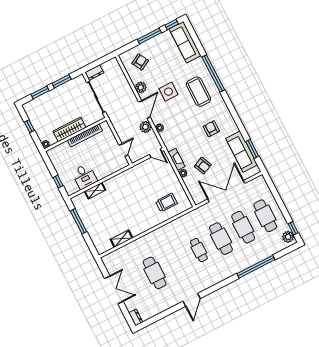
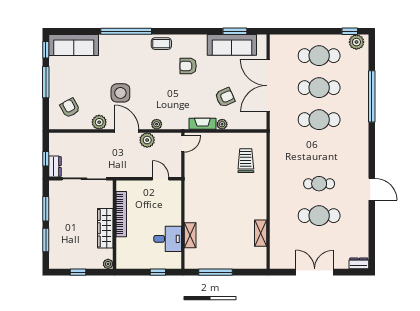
window: (96, 63) -> (46, 159), added
coffee table: (198, 92) -> (161, 44), moved, width x0.54, depth x0.58
cafe table: (199, 250) -> (319, 184), moved

